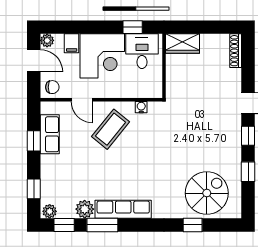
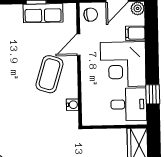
chair: (52, 87) -> (91, 15), turned -96
coffee table: (111, 129) -> (49, 74), turned 68

